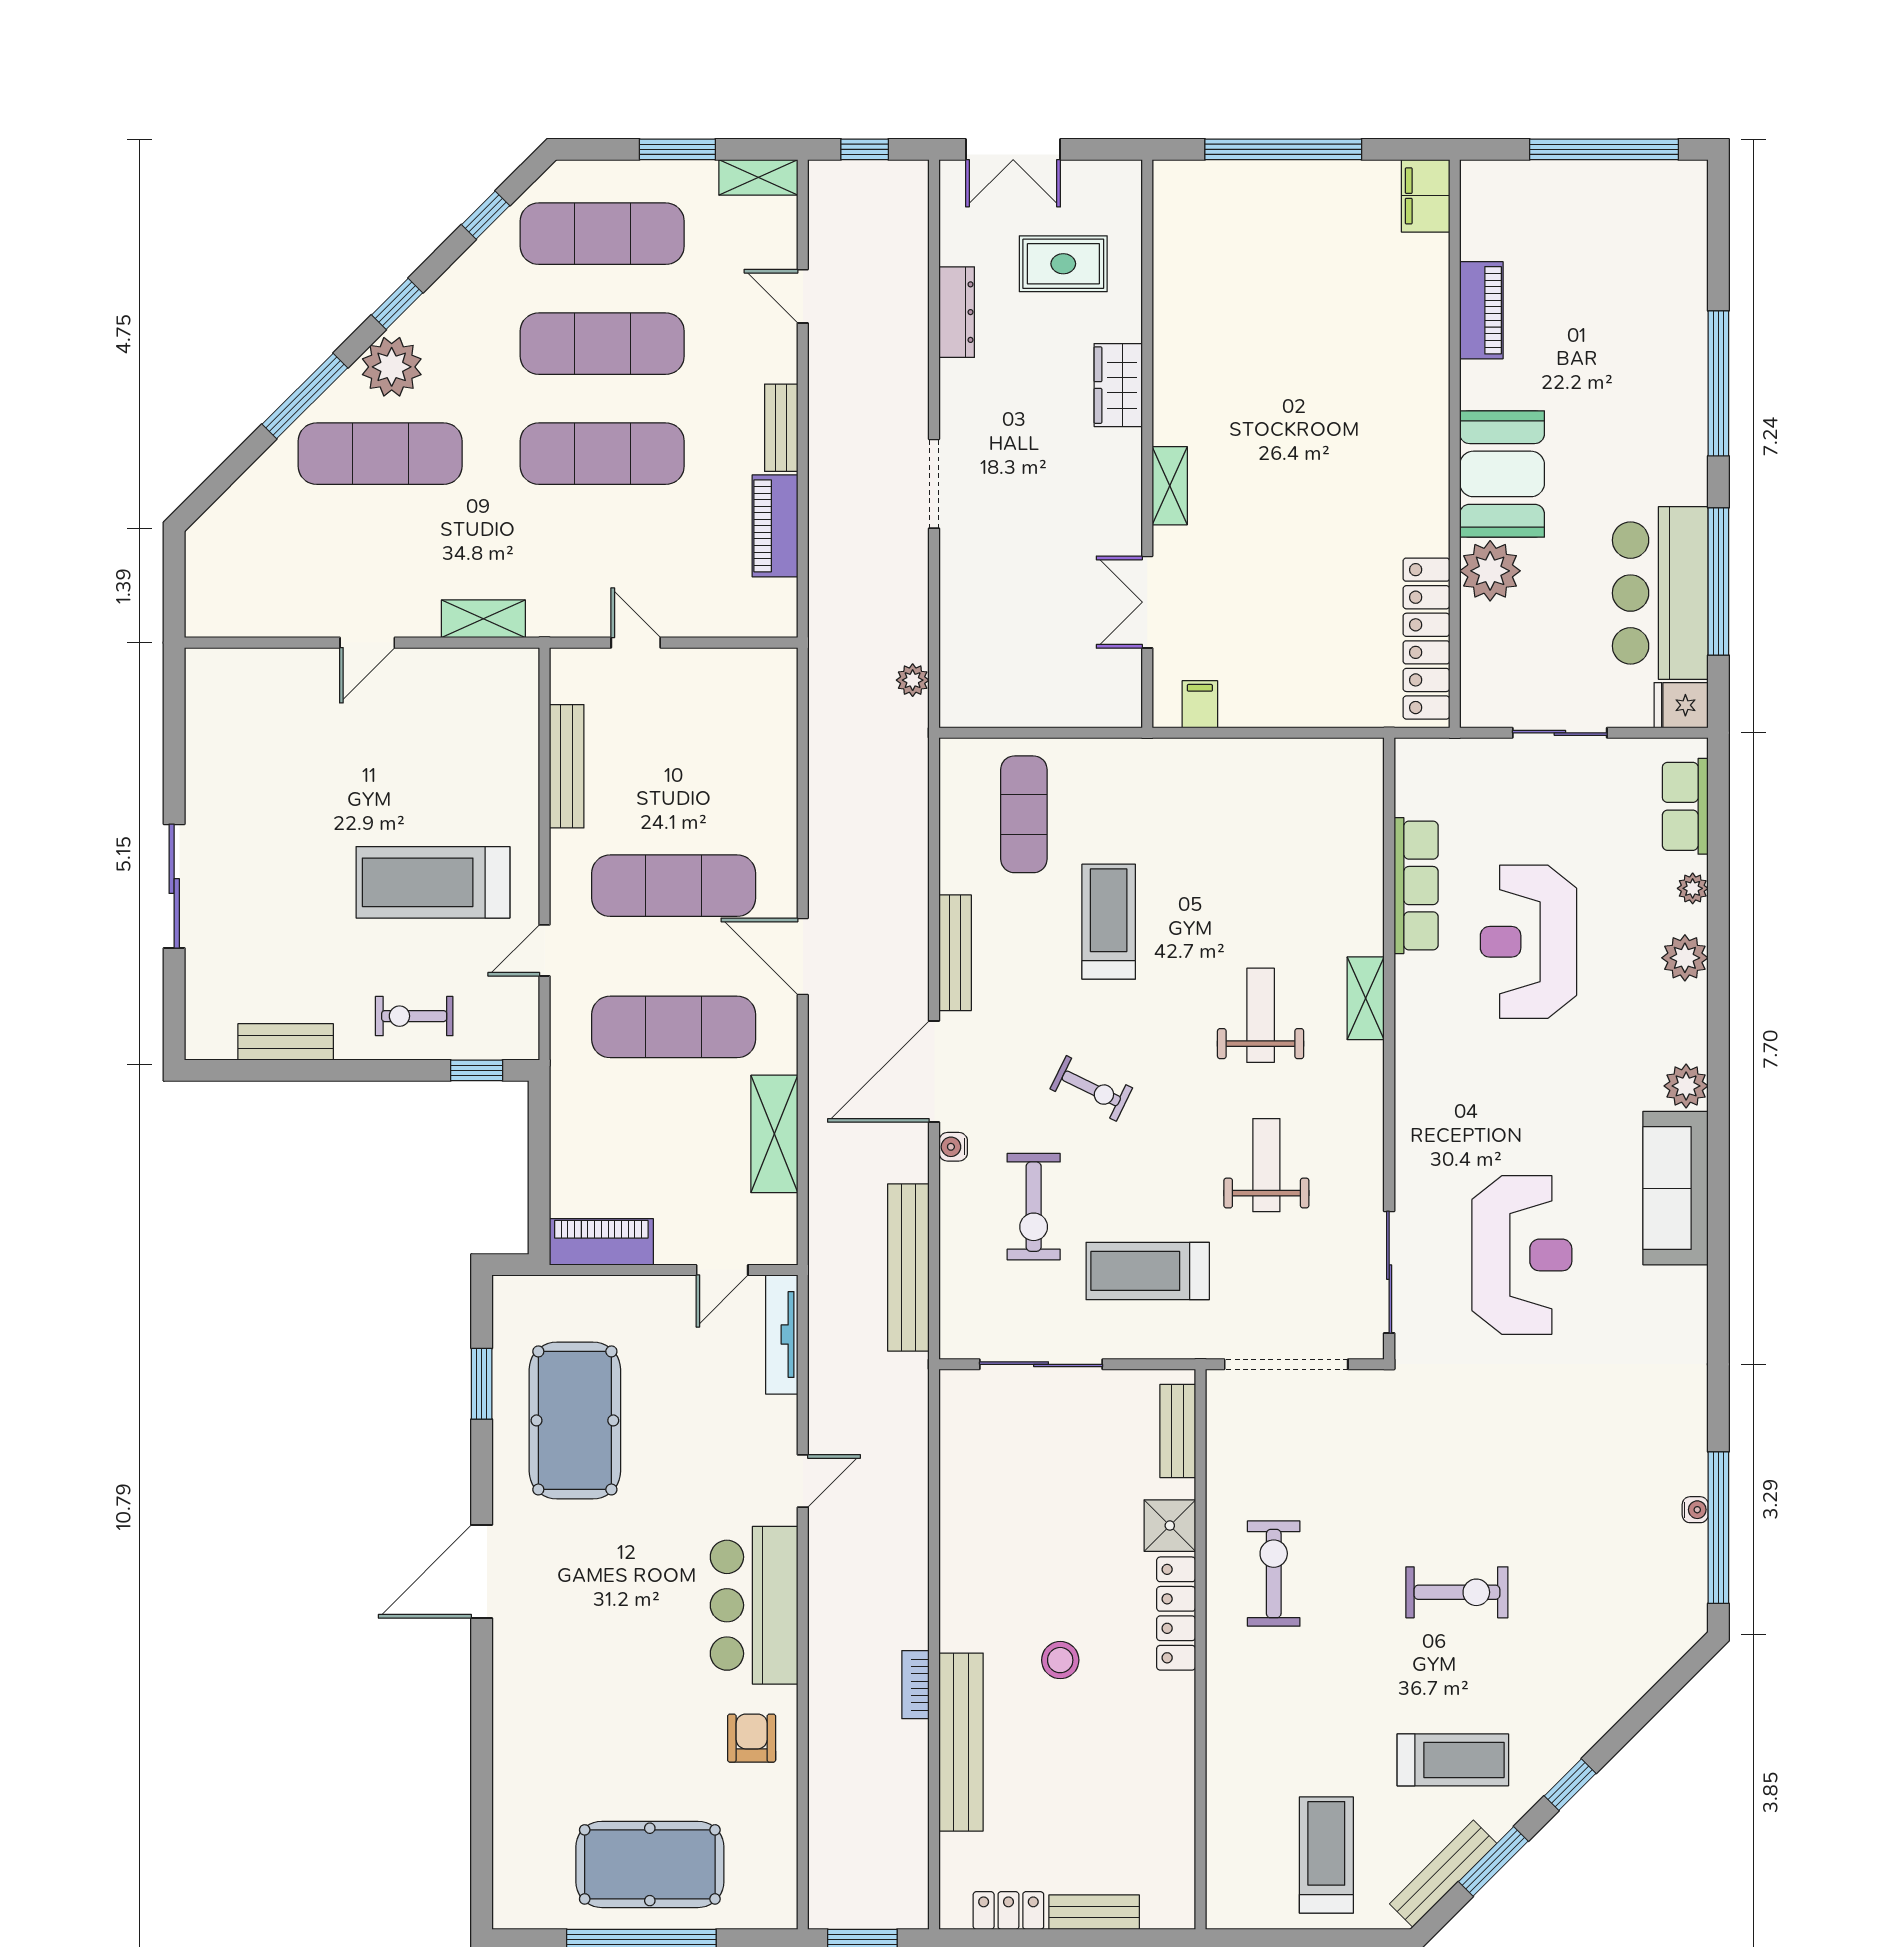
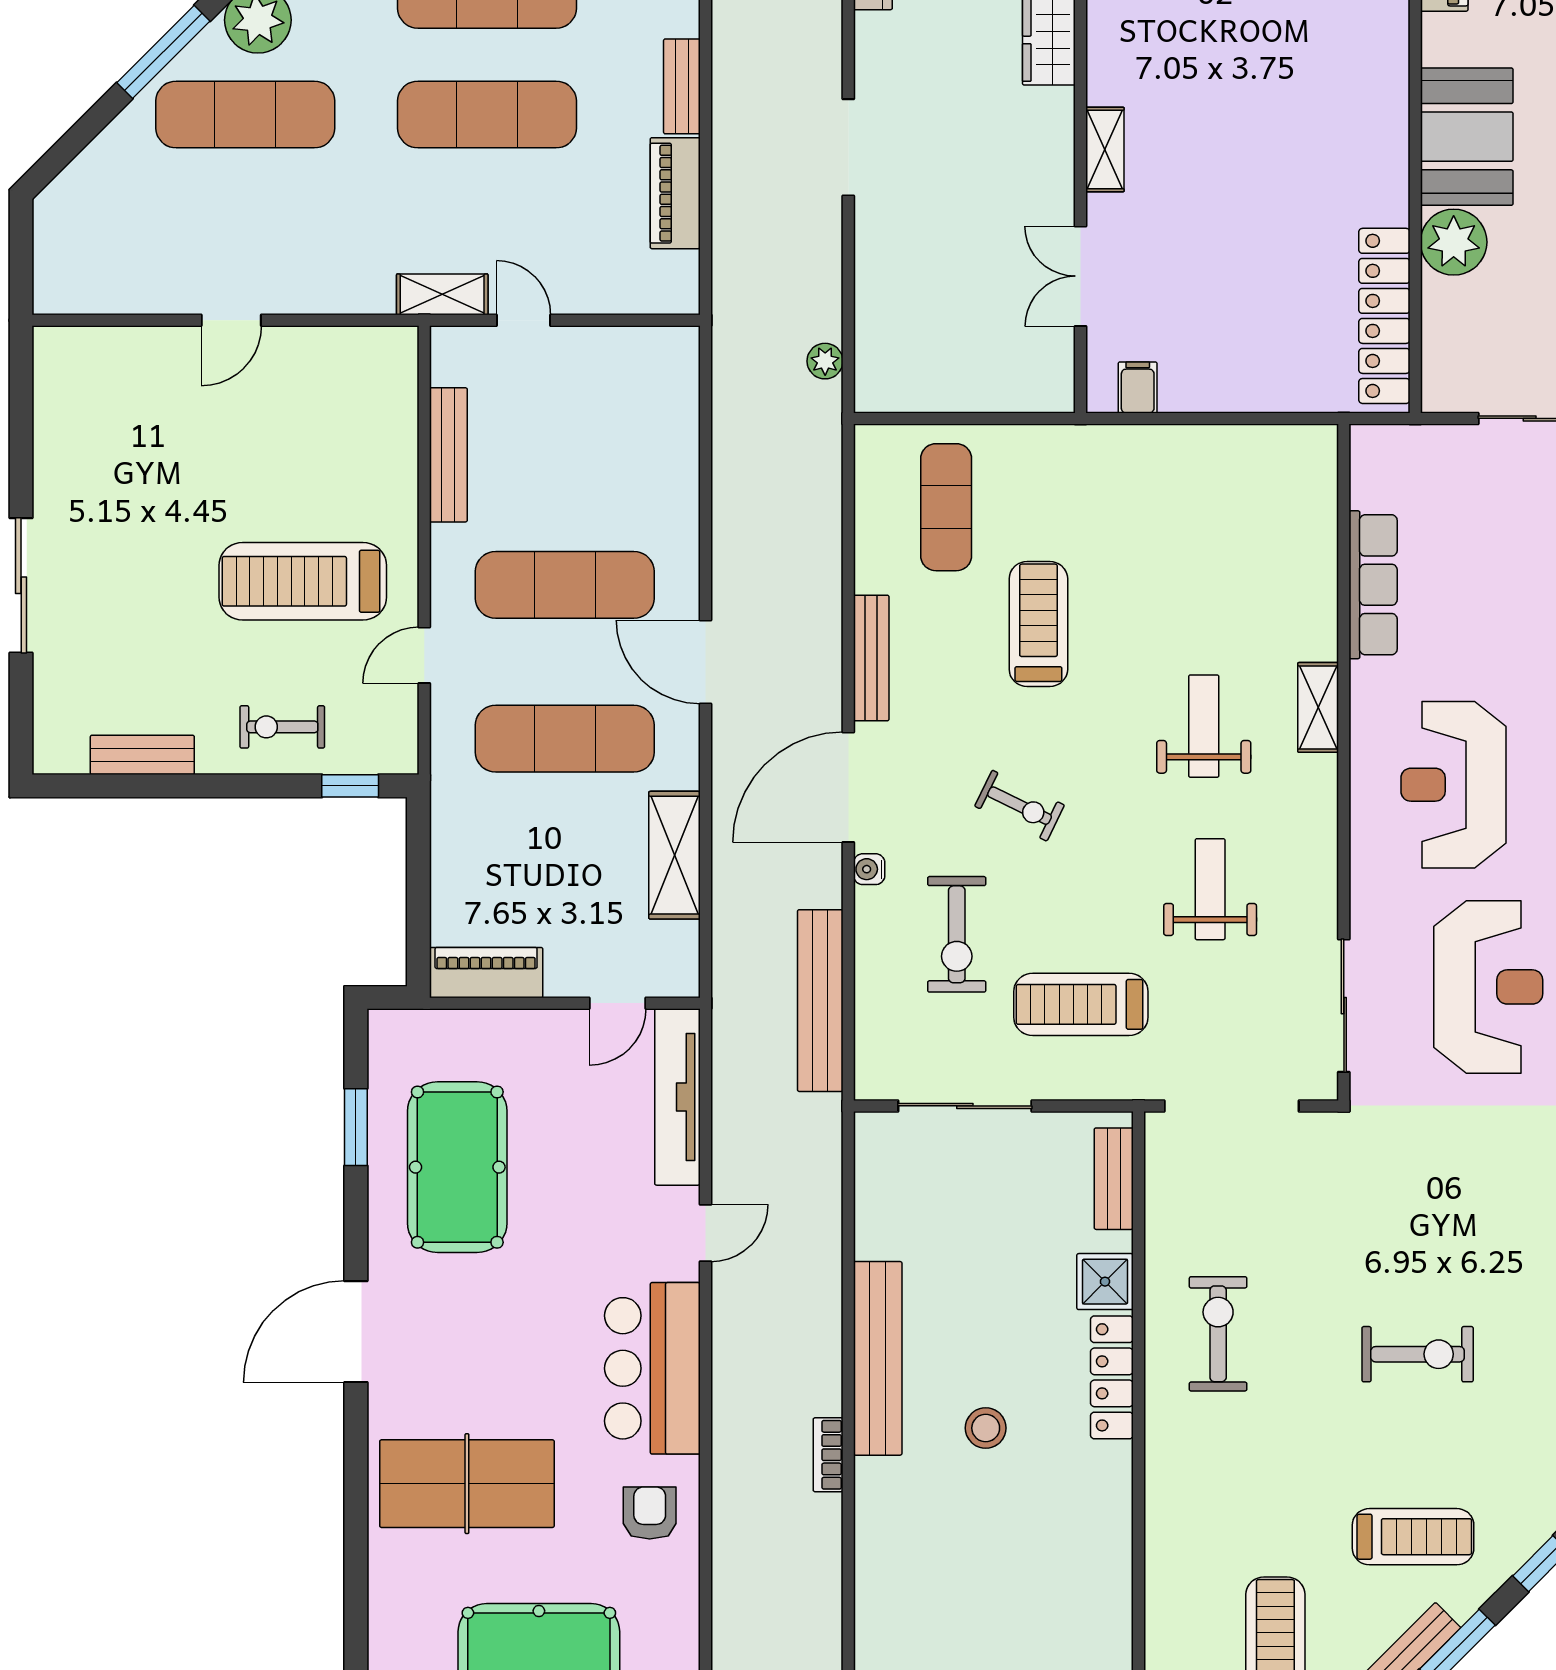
shelving: (483, 619) -> (442, 294), moved
reception desk: (1529, 942) -> (1453, 785), moved
tv unit: (782, 1334) -> (677, 1097), width x1.36, depth x1.29
table tennis table: (584, 1711) -> (467, 1484), added
bench: (961, 1742) -> (878, 1358), moved

